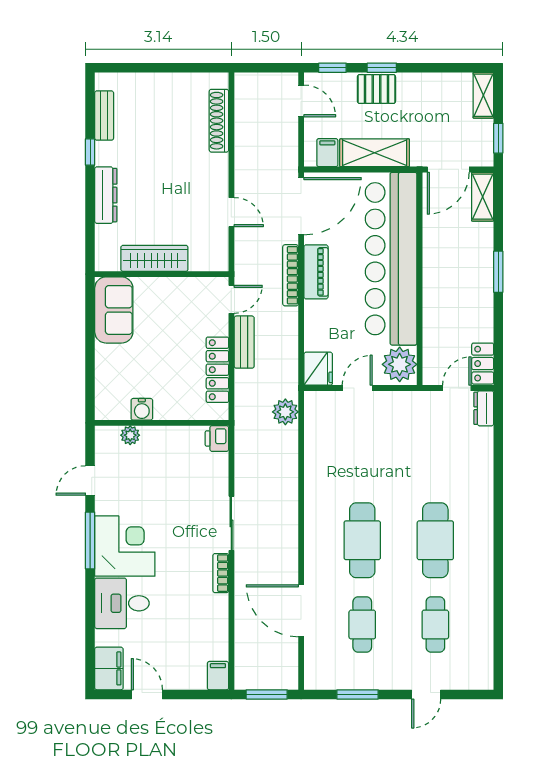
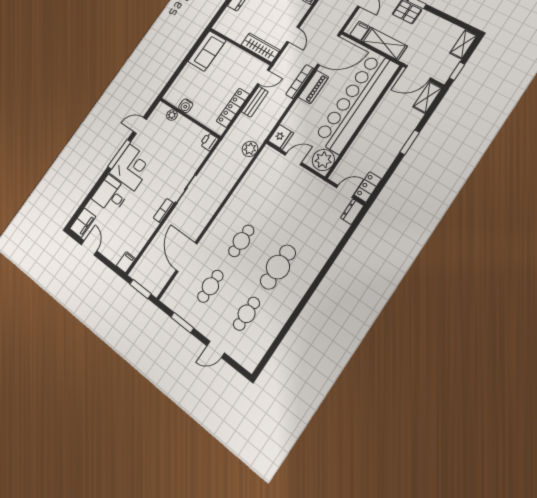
wardrobe: (154, 258) -> (260, 48), moved
cafe table: (362, 540) -> (241, 241), width x0.73, depth x0.74

